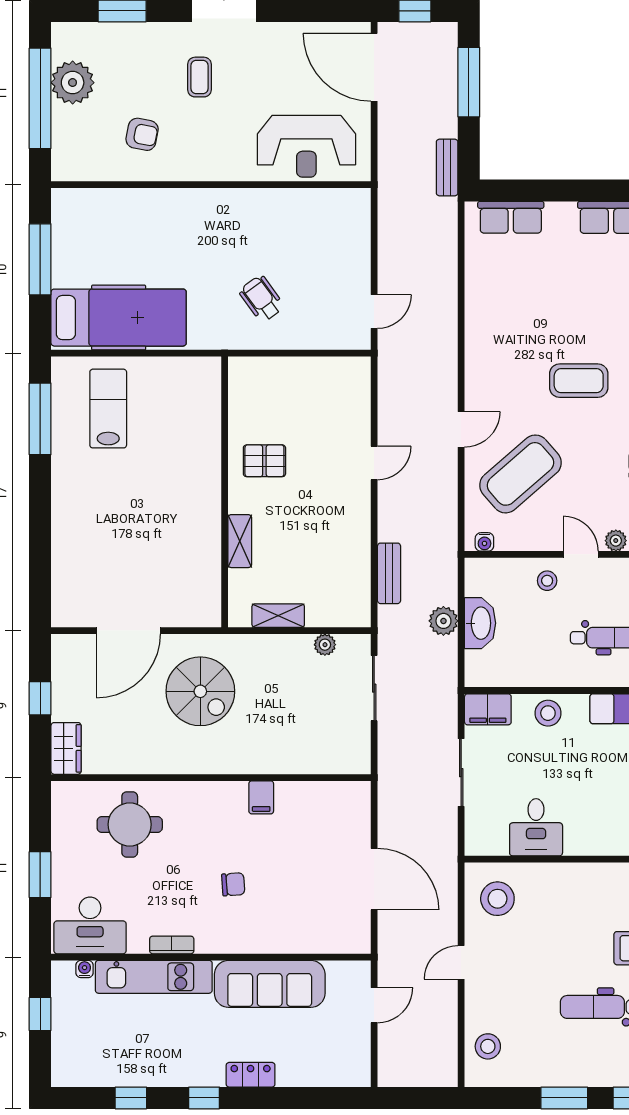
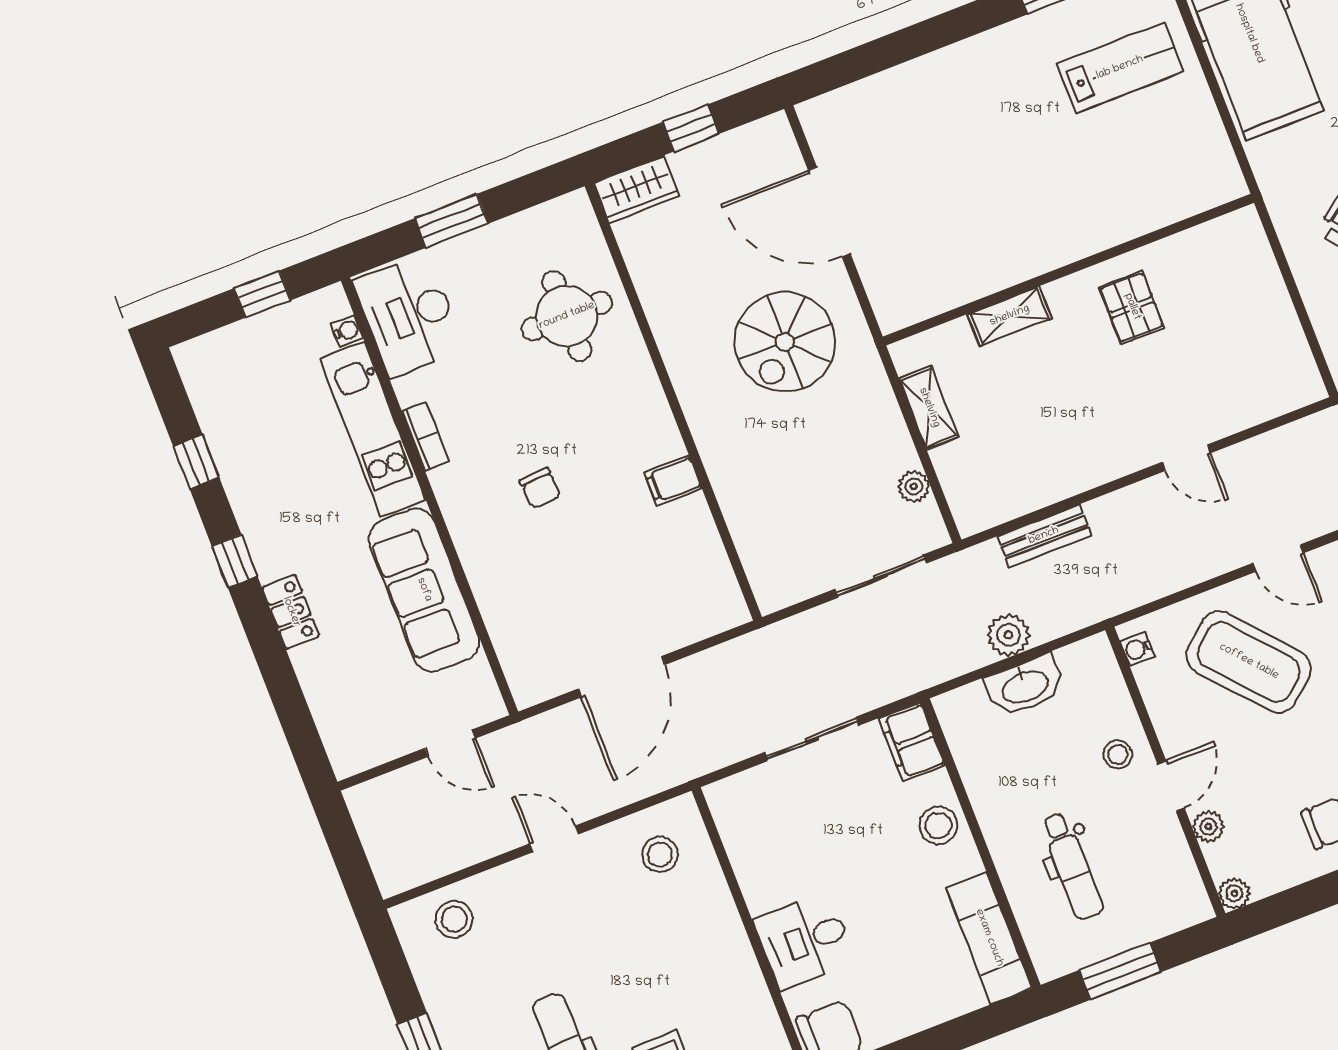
desk: (536, 827) -> (805, 941), moved
stool: (497, 899) -> (660, 855), width x0.73, depth x0.73

